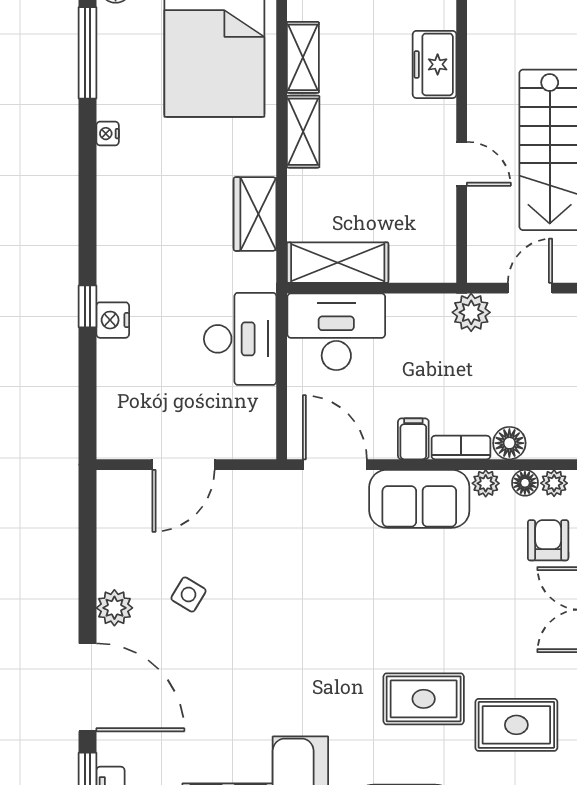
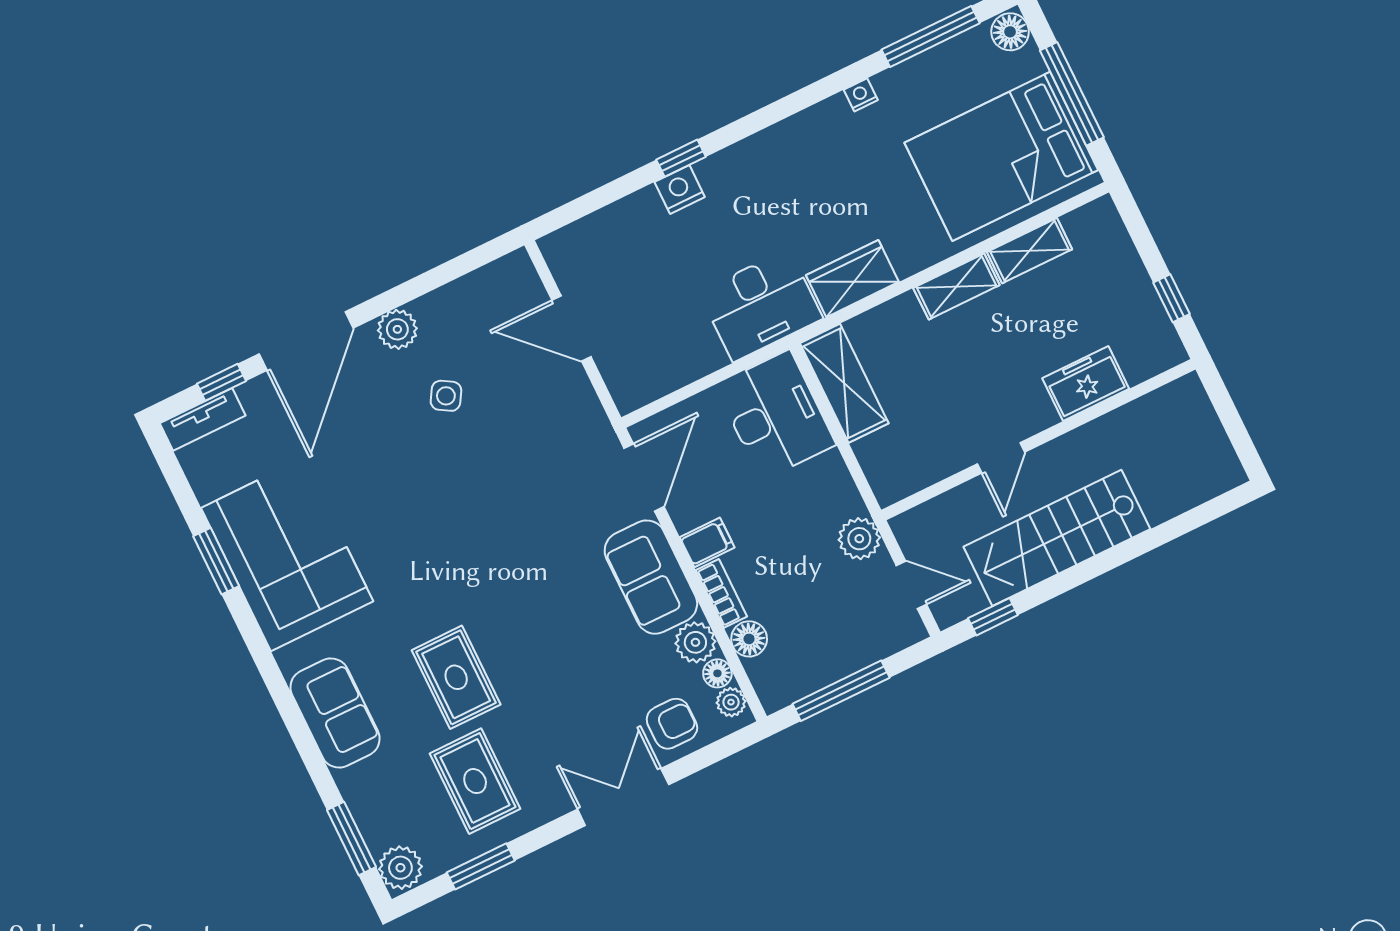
desk: (240, 339) -> (761, 305), moved
plant: (486, 483) -> (695, 642), width x1.38, depth x1.38

